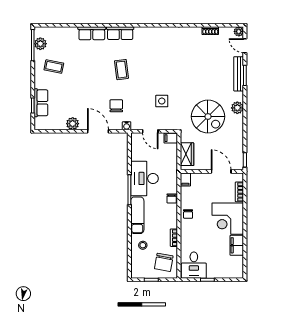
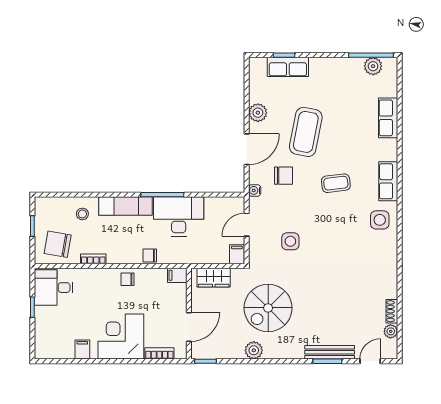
plant: (239, 31) -> (391, 331), moved
row of seats: (92, 33) -> (388, 118), moved
side table: (147, 39) -> (380, 220), added
coffee table: (54, 67) -> (306, 132), moved, width x1.86, depth x1.72
plant: (237, 108) -> (254, 350), moved
filing cabinet: (237, 245) -> (82, 350), width x0.50

